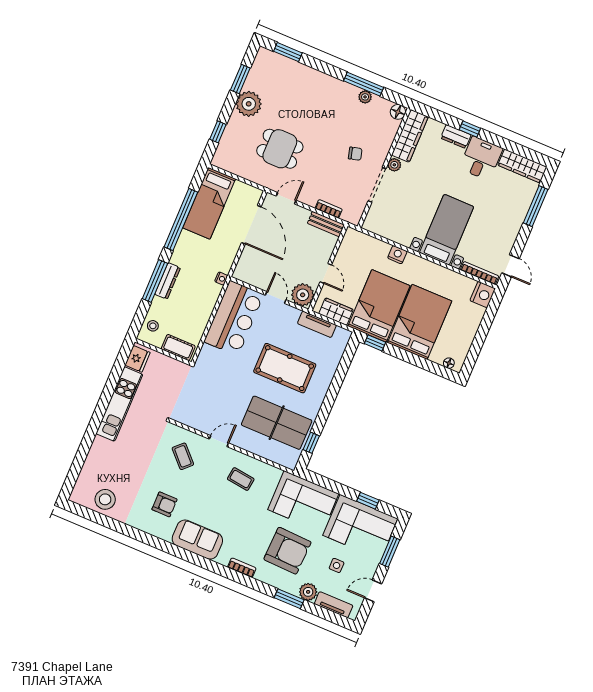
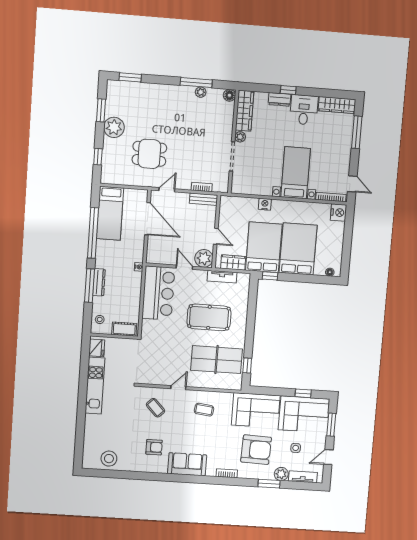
chair: (355, 154) -> (208, 138), removed

